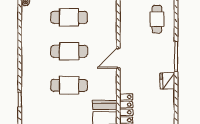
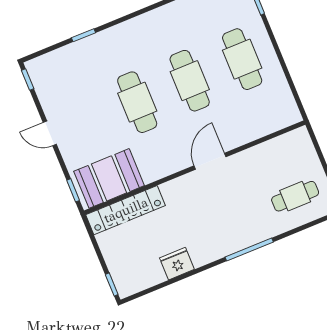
door: (118, 58) -> (210, 161), hinge flipped
fridge: (168, 81) -> (177, 264), moved

